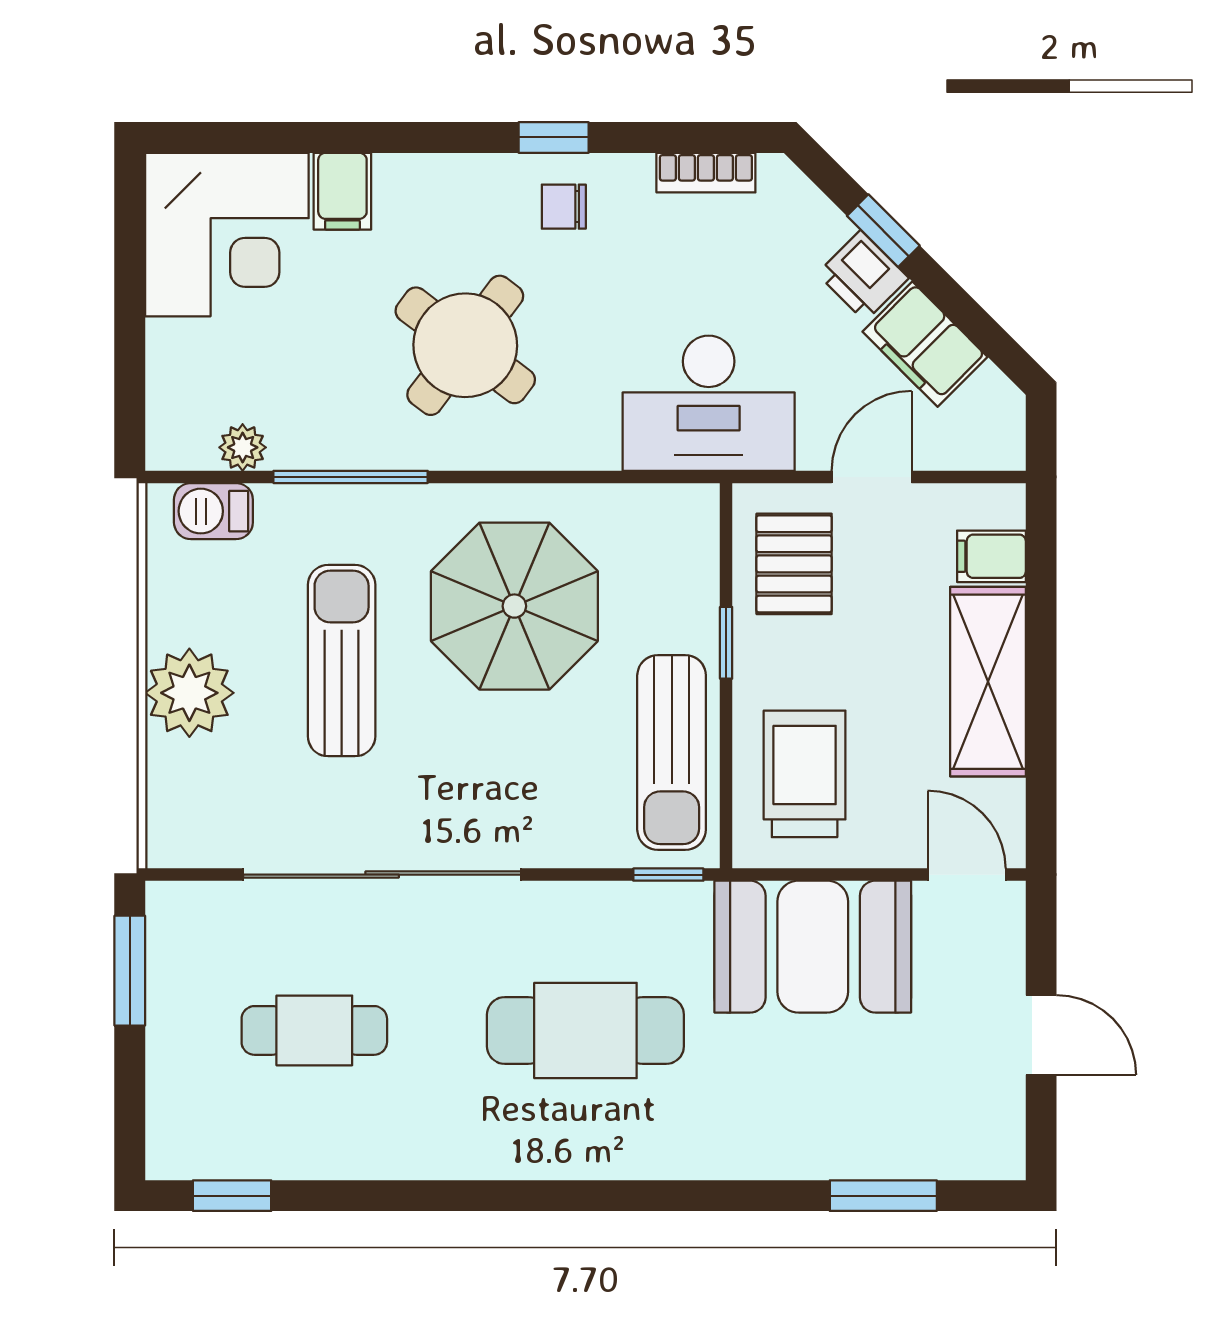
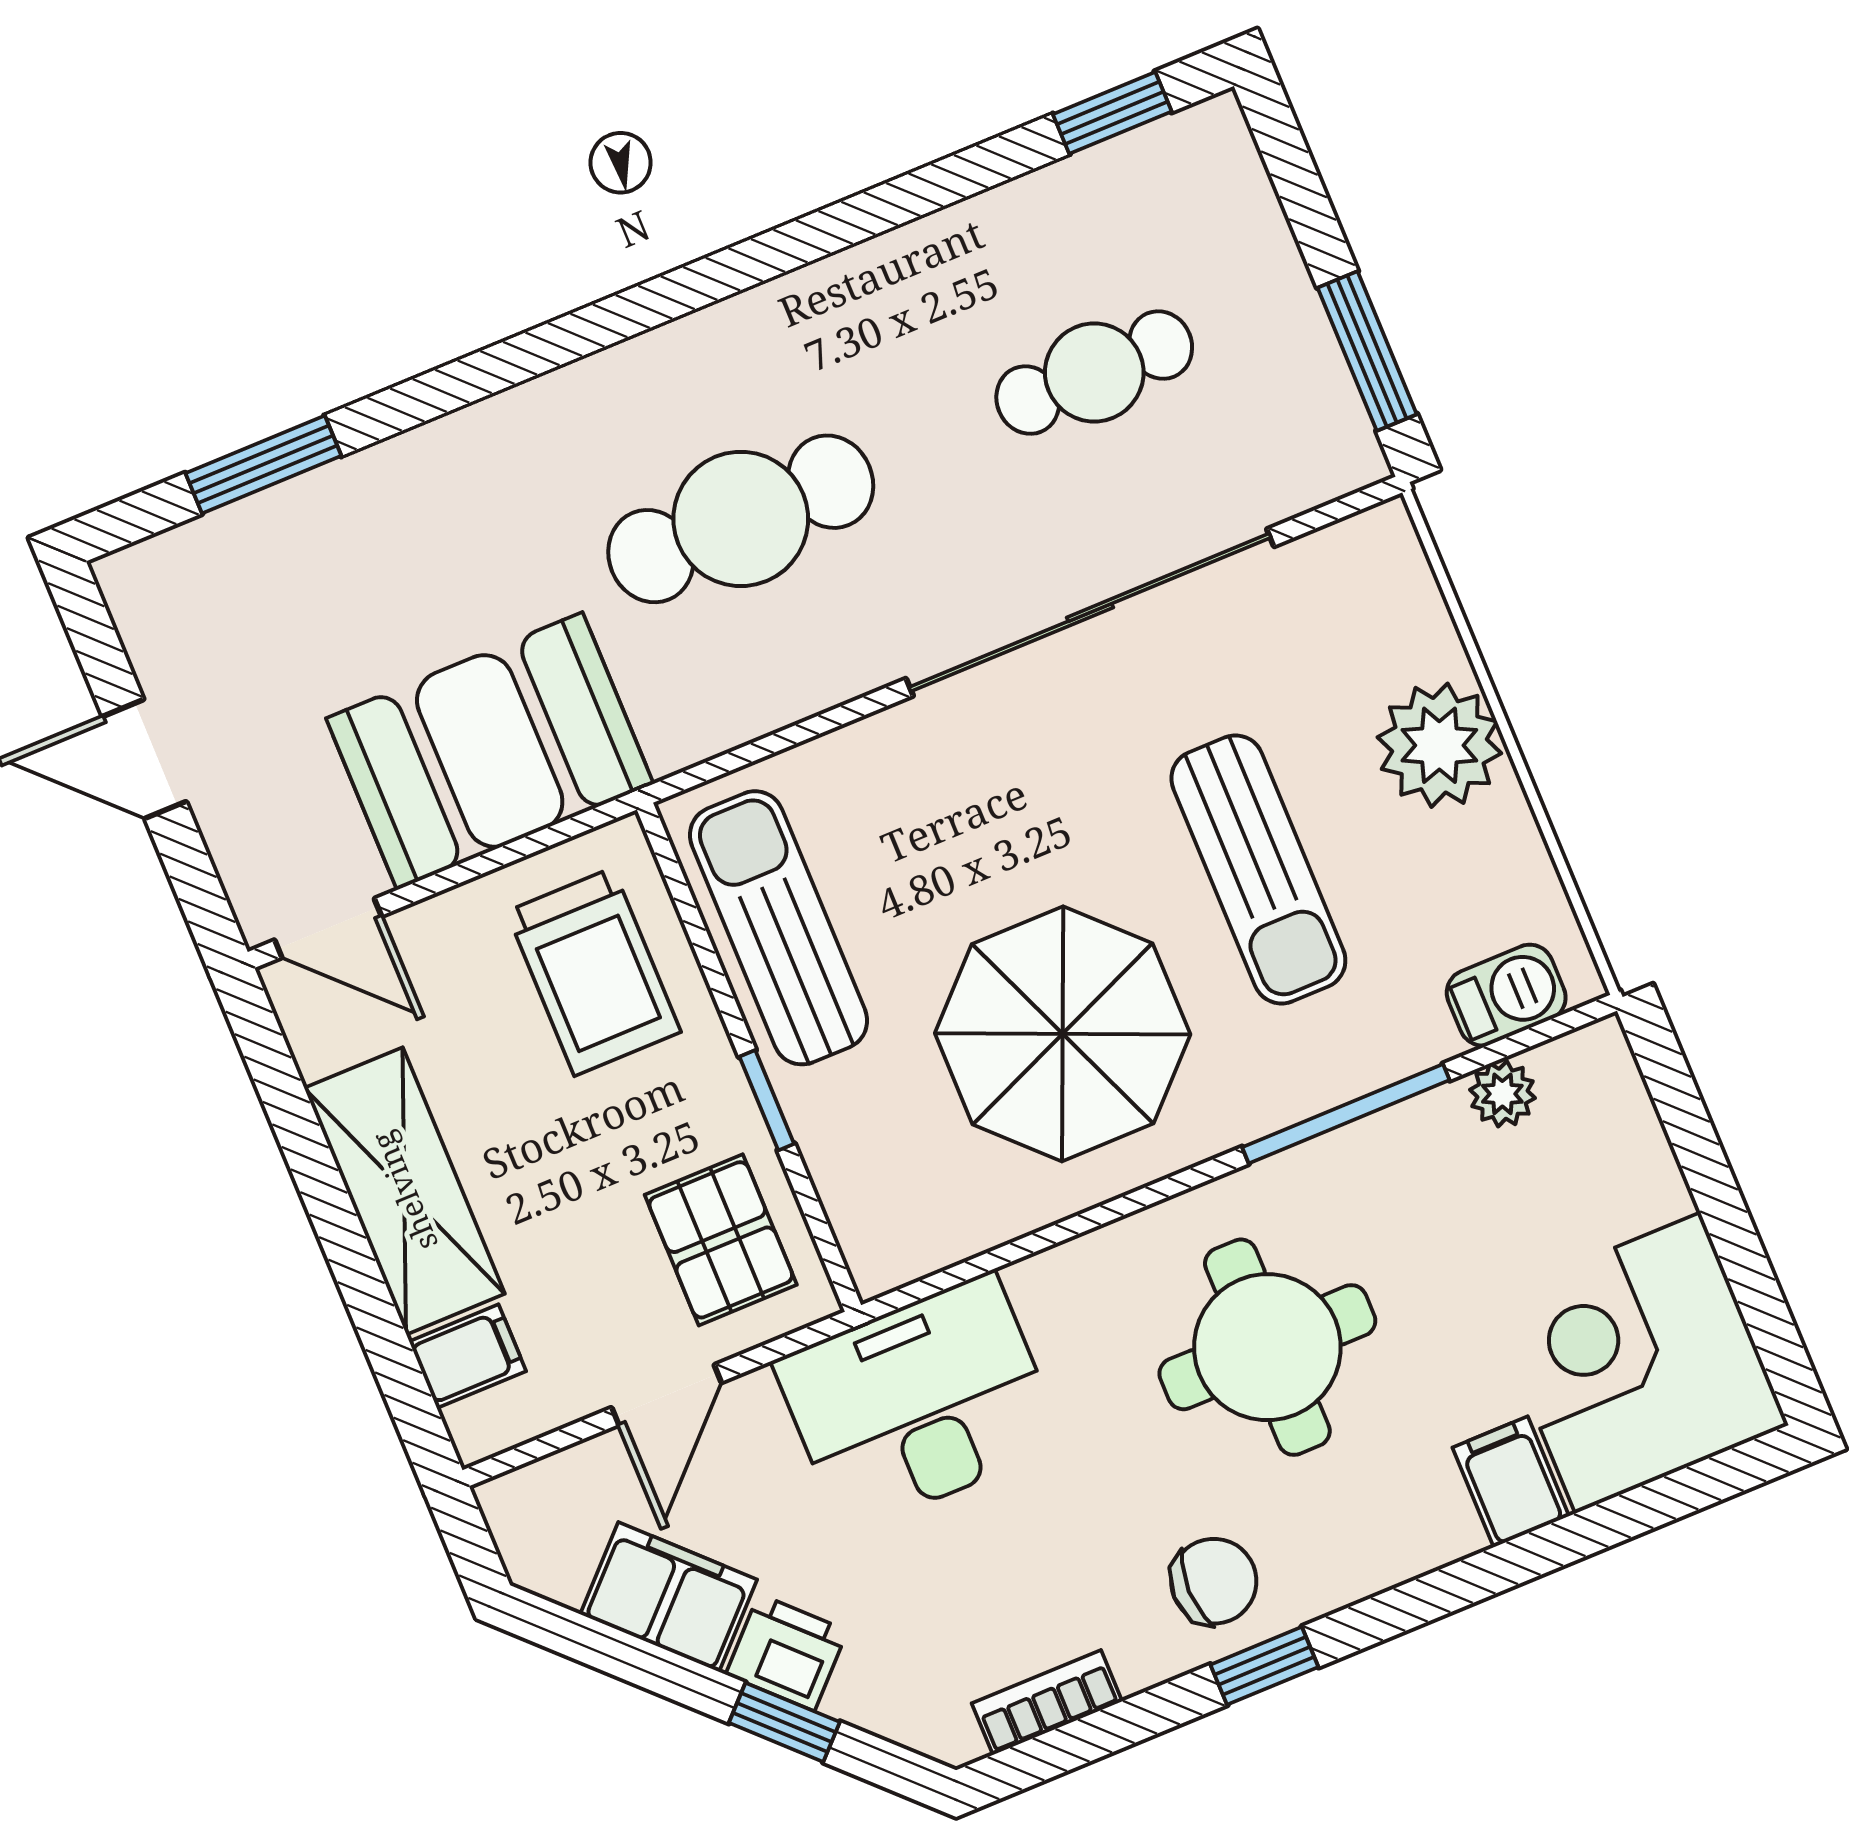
chair: (564, 207) -> (1214, 1581), width x1.37, depth x1.37
round table: (465, 345) -> (1267, 1347), turned -37
window: (668, 875) -> (717, 767), removed

